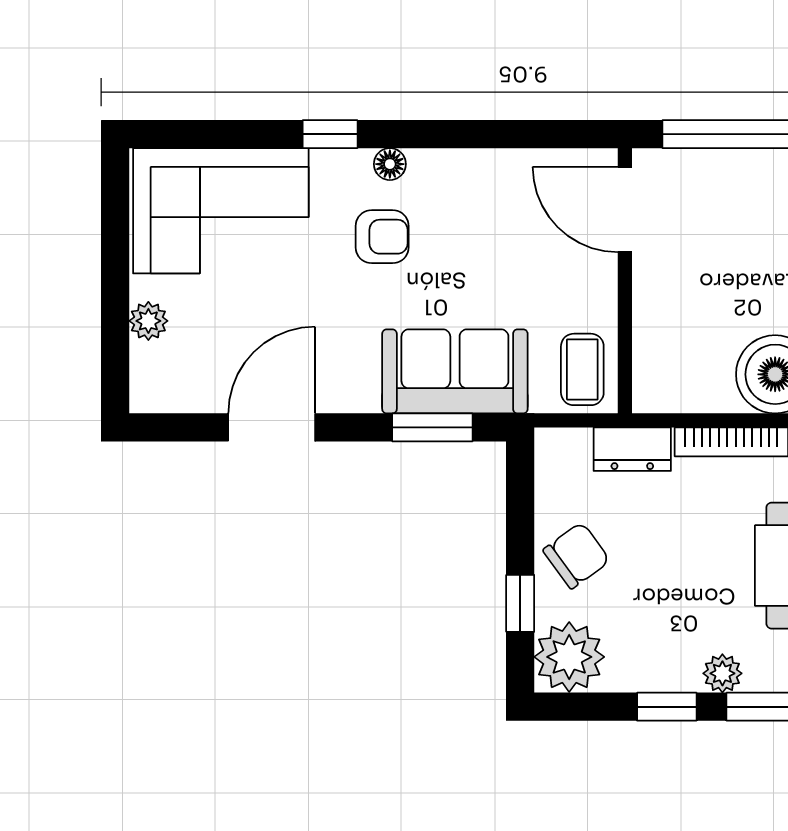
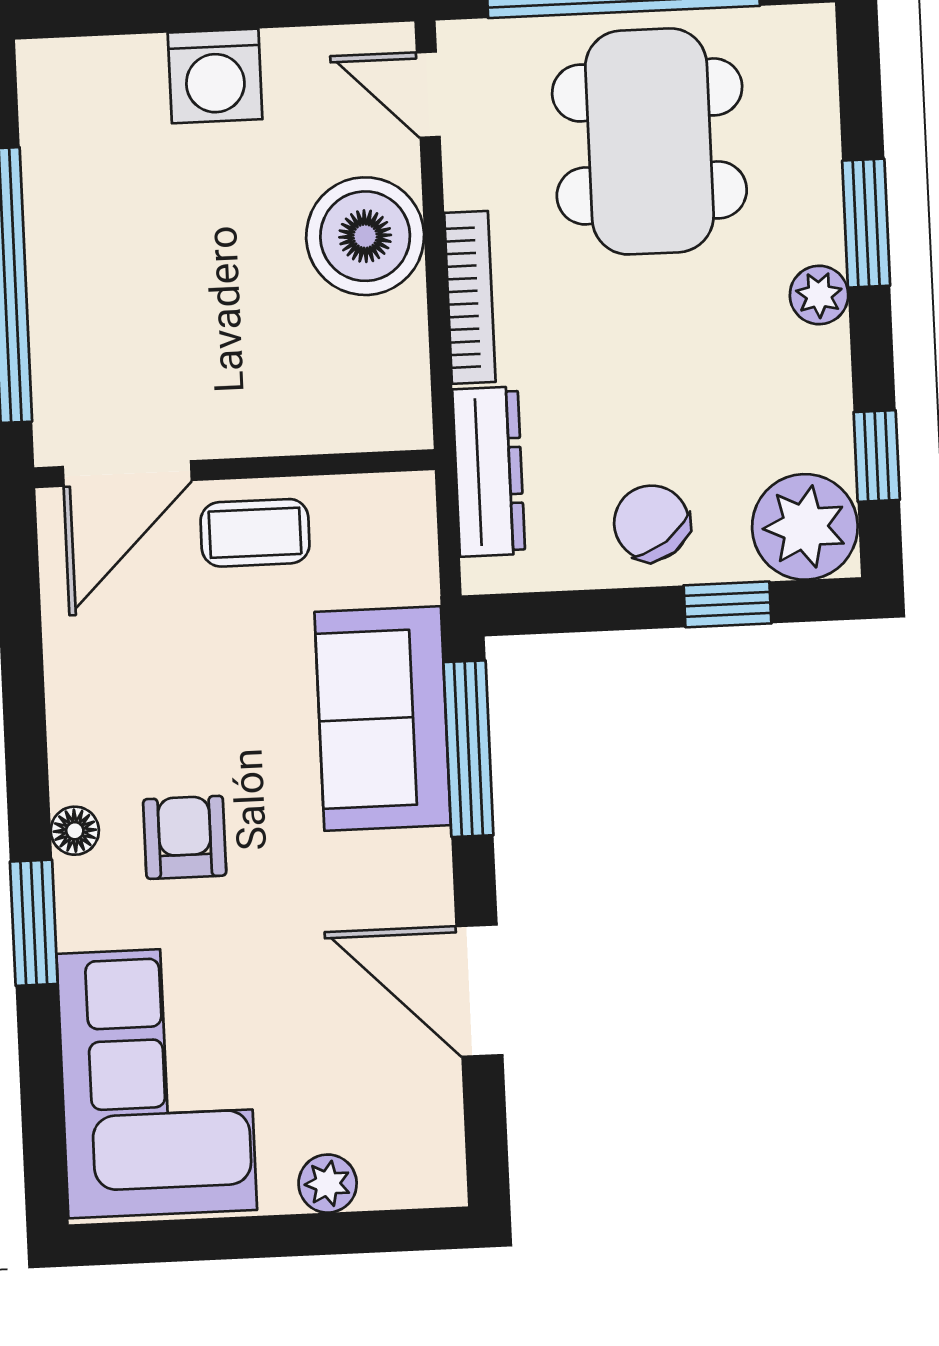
window: (330, 134) -> (34, 923), width x1.50
coffee table: (582, 369) -> (255, 533), moved
window: (432, 427) -> (468, 749), width x1.44
dresser: (632, 449) -> (489, 472), width x1.44
window: (667, 707) -> (877, 456), moved

